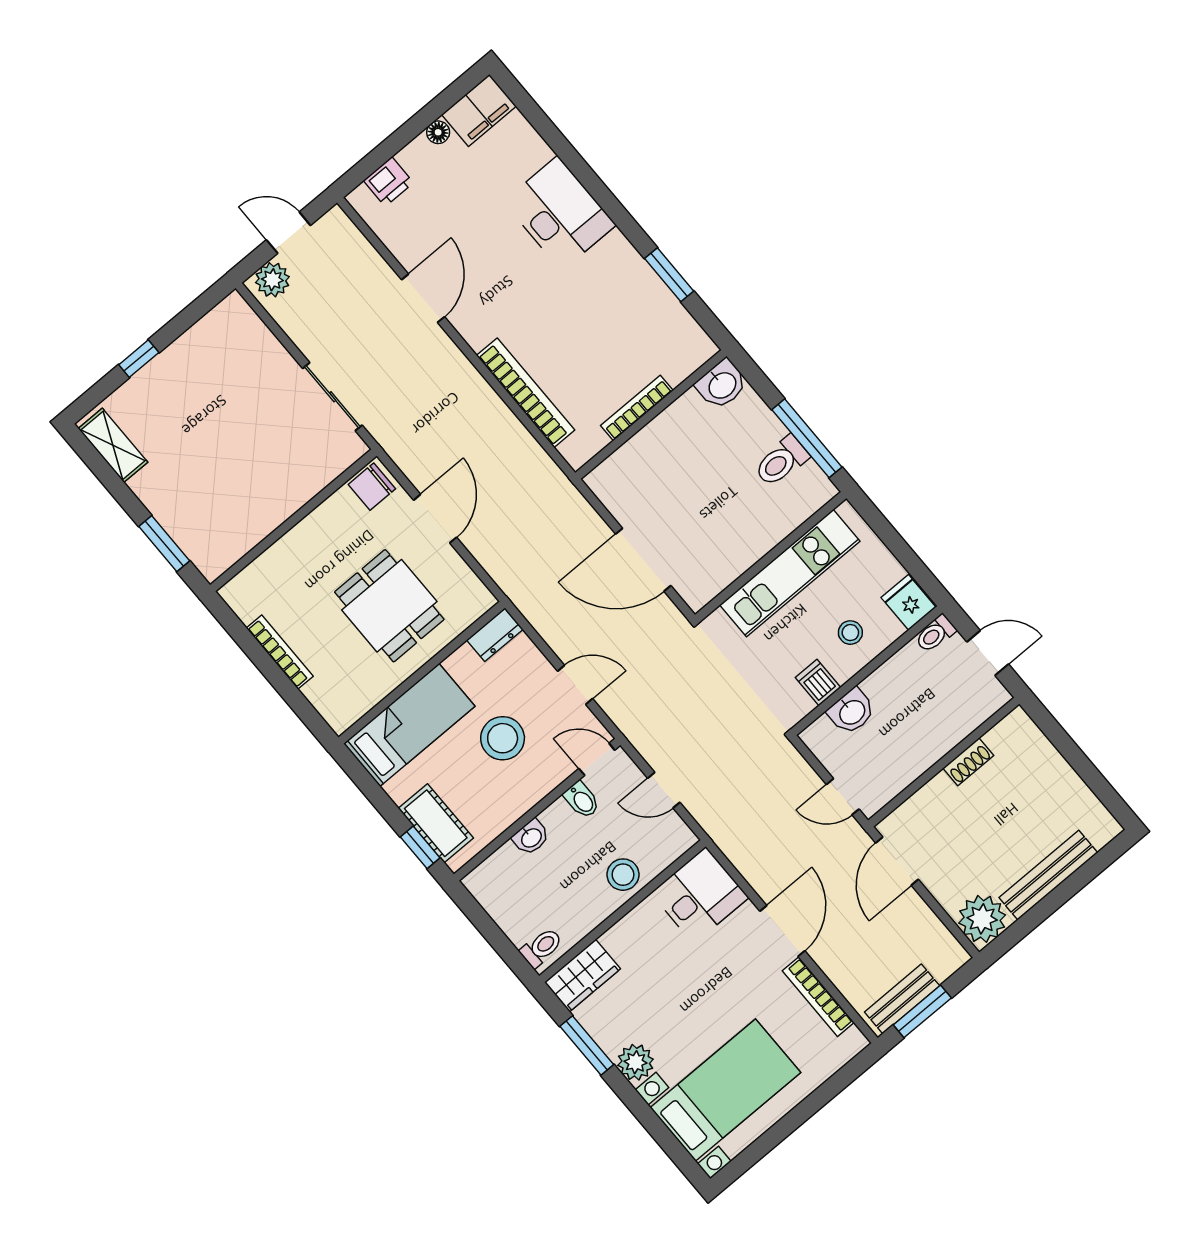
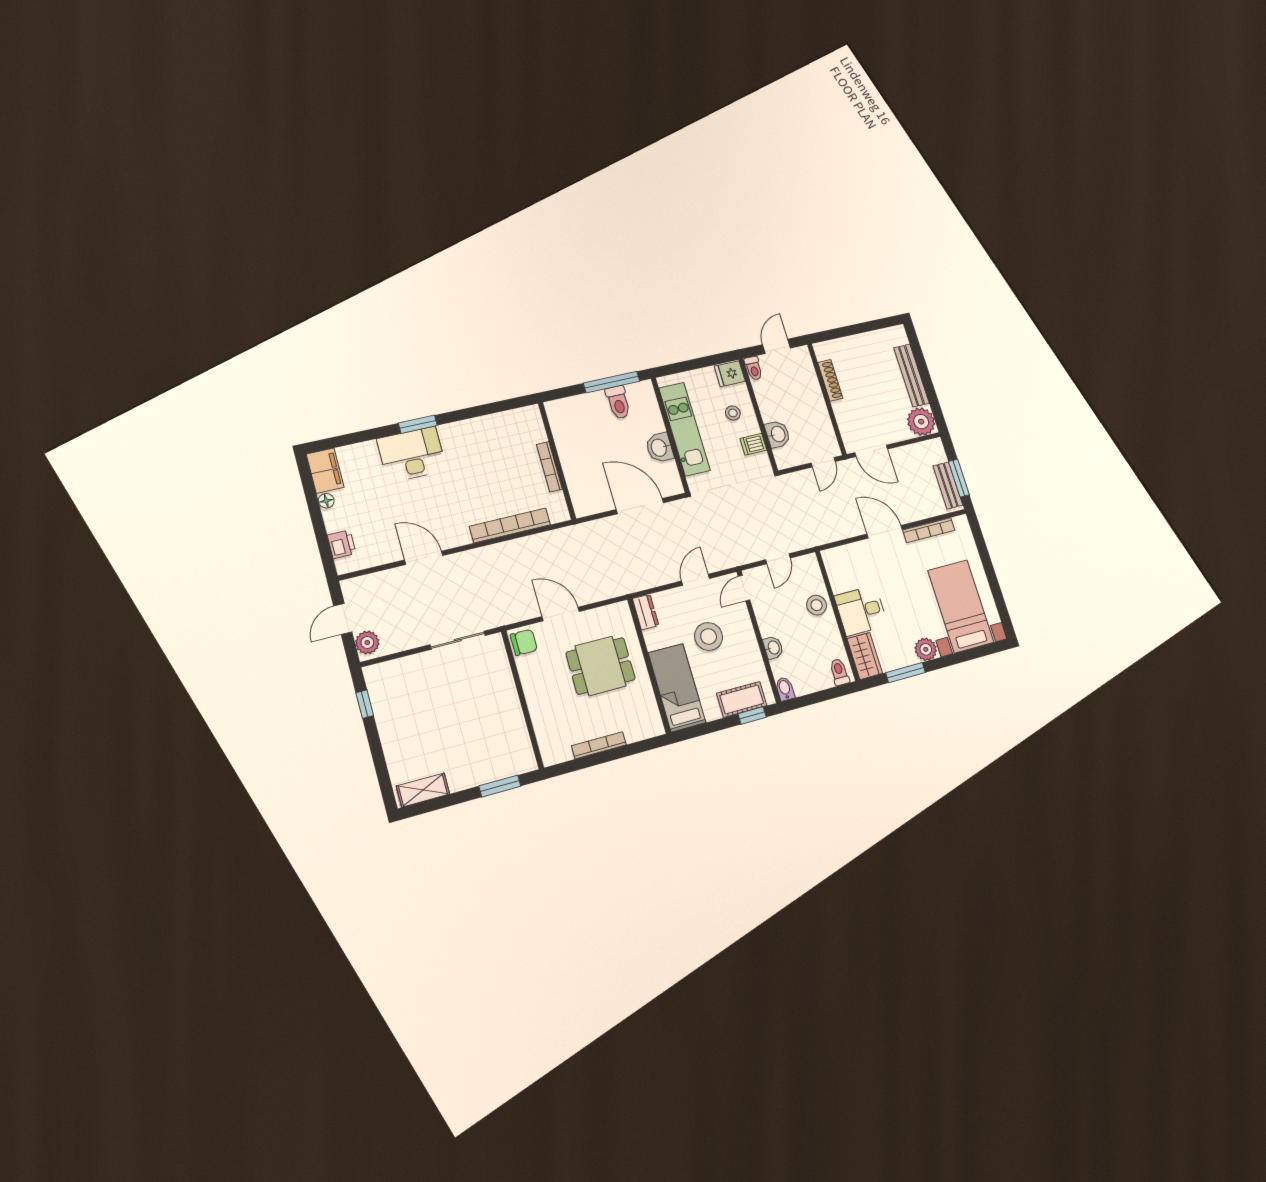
window: (669, 275) -> (418, 424), moved
window: (139, 359) -> (365, 704), moved
washbasin: (722, 385) -> (659, 448), moved, turned 180
chair: (372, 487) -> (524, 642), turned -90
door: (643, 560) -> (640, 506), swing flipped
shoe rack: (968, 762) -> (830, 380), width x1.43
bidet: (582, 800) -> (785, 689), moved, turned -90
desk: (700, 895) -> (861, 611), moved, turned -90

